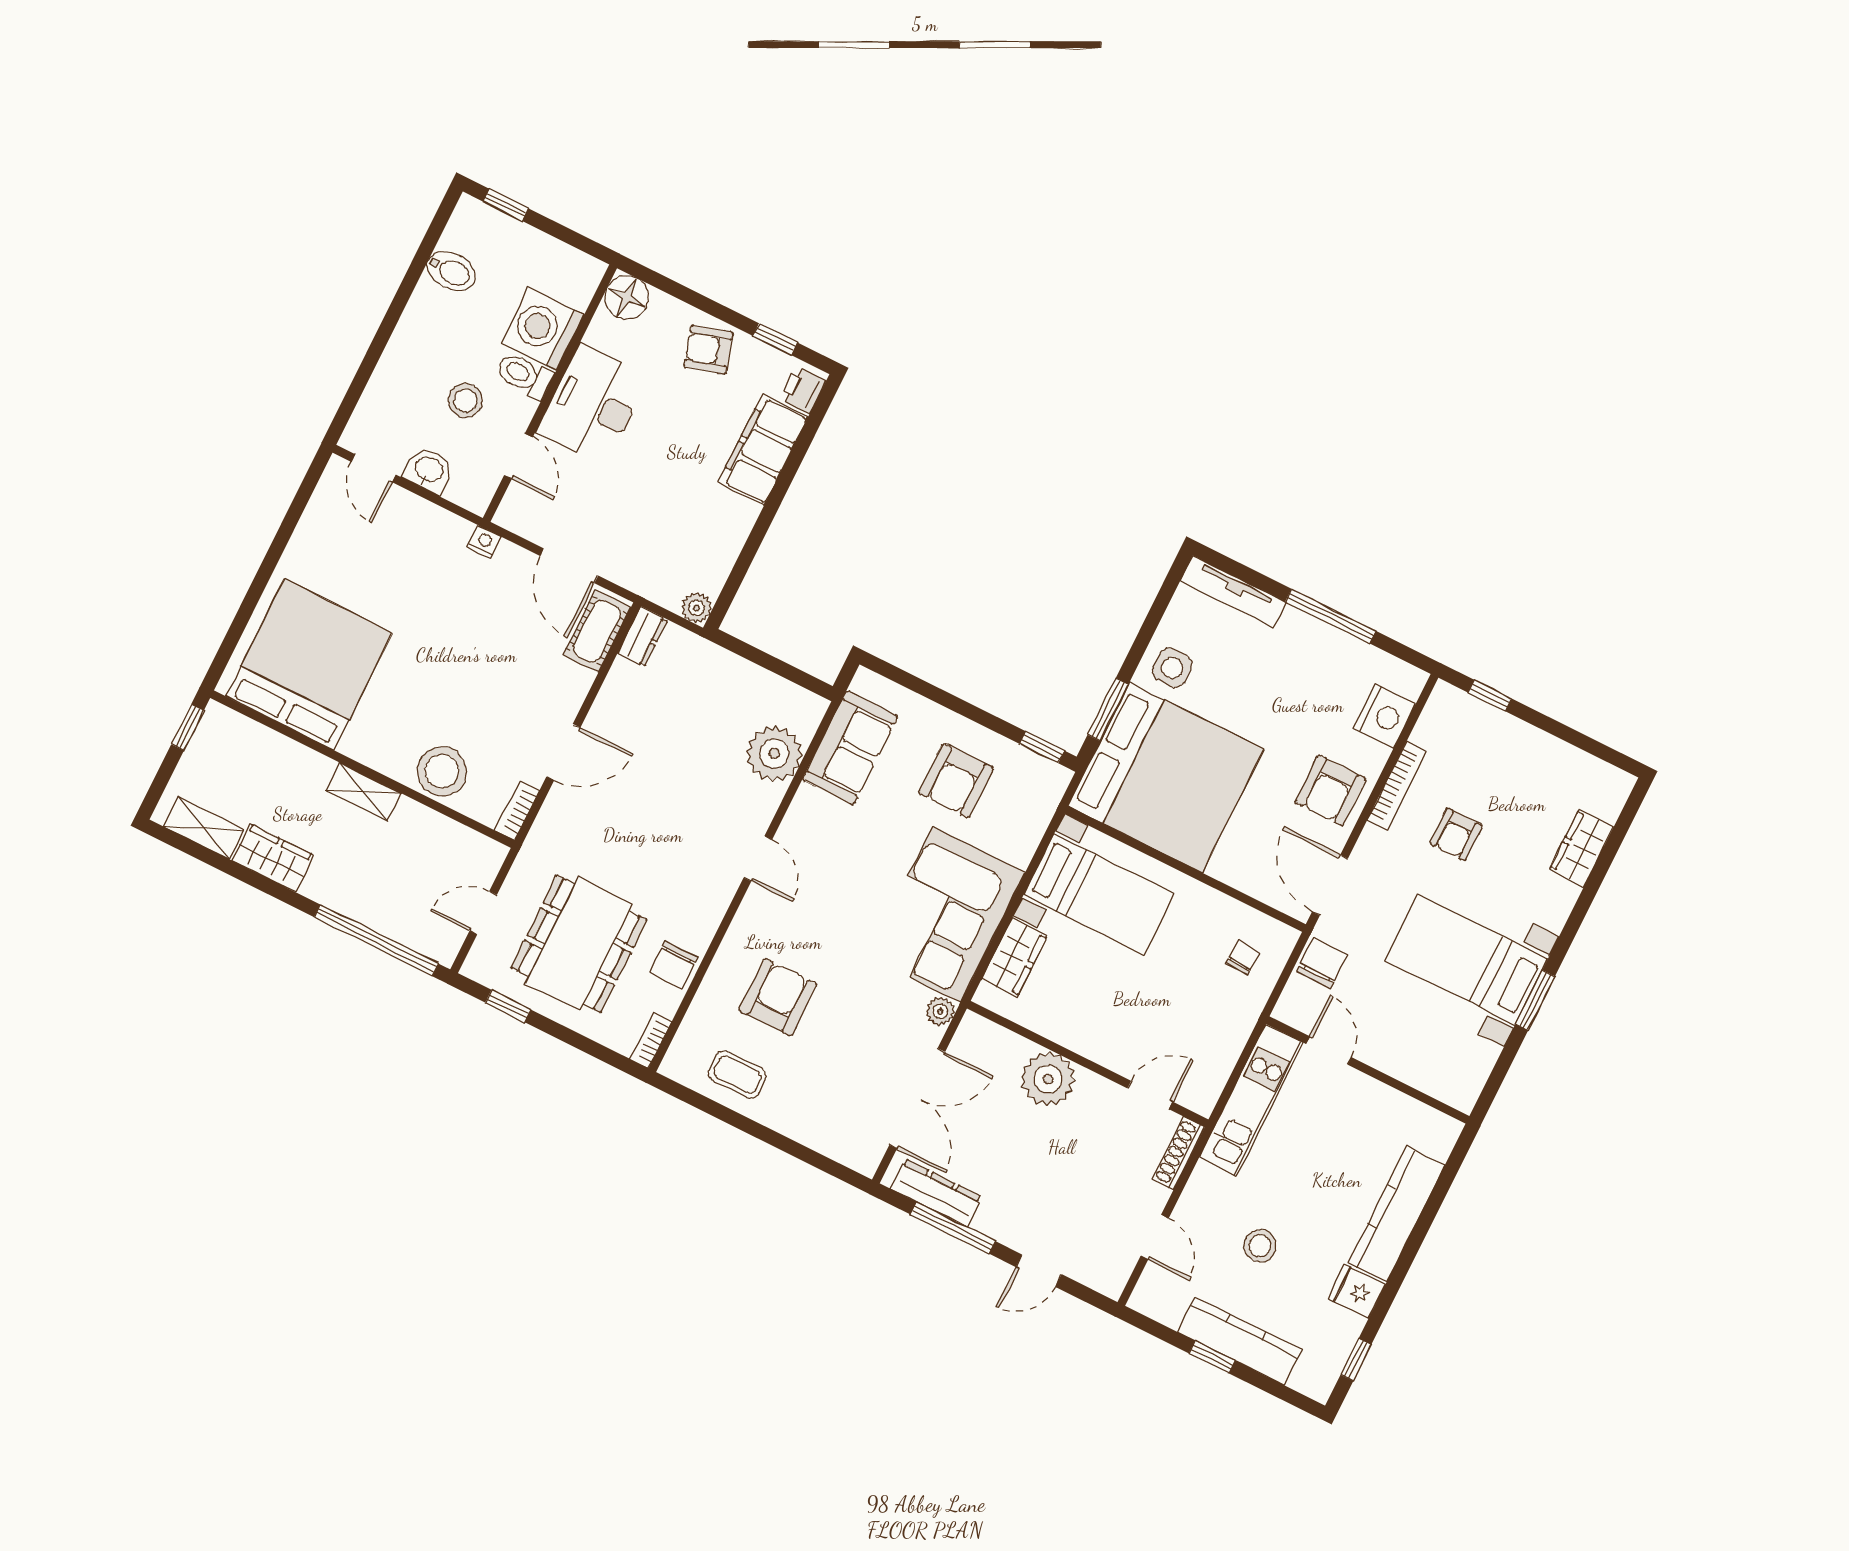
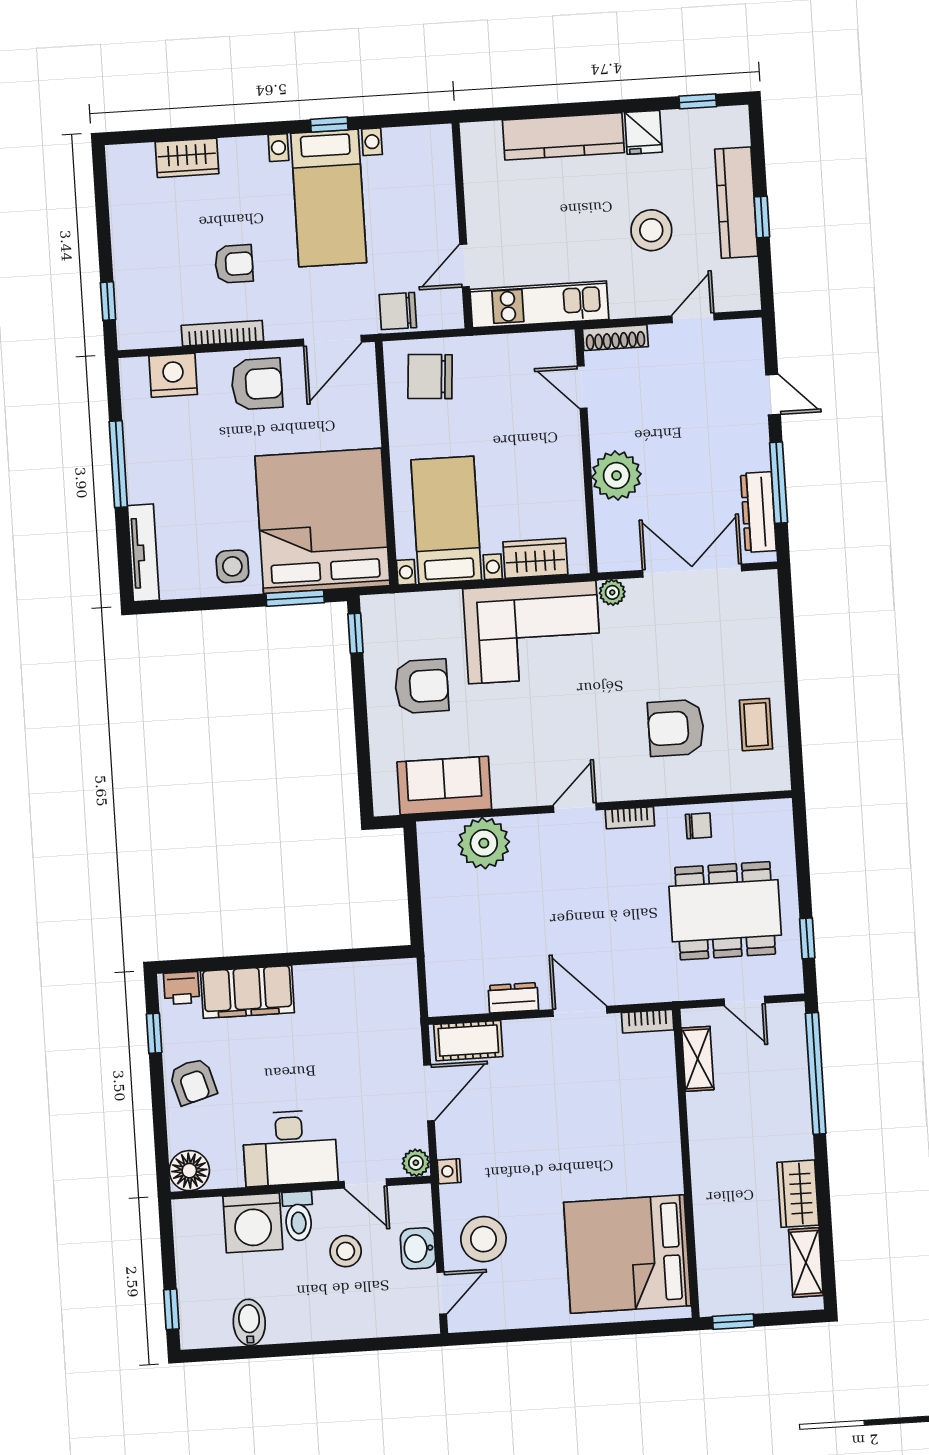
door: (518, 456) -> (365, 1184), swing flipped
plant: (696, 608) -> (416, 1163), moved
dresser: (642, 637) -> (513, 998), moved
stool: (442, 771) -> (483, 1239), moved
shelving: (363, 792) -> (698, 1059), moved
chair: (1243, 958) -> (430, 377), width x1.87, depth x1.87
chair: (673, 965) -> (698, 826), width x0.73, depth x0.73
window: (1535, 1000) -> (329, 125), width x0.67
bookcase: (651, 1040) -> (630, 818), moved
stool: (1260, 1246) -> (651, 230), width x1.38, depth x1.38

